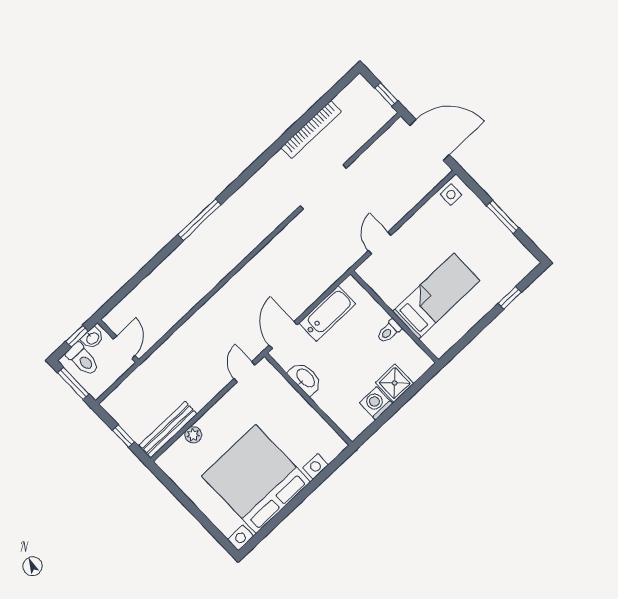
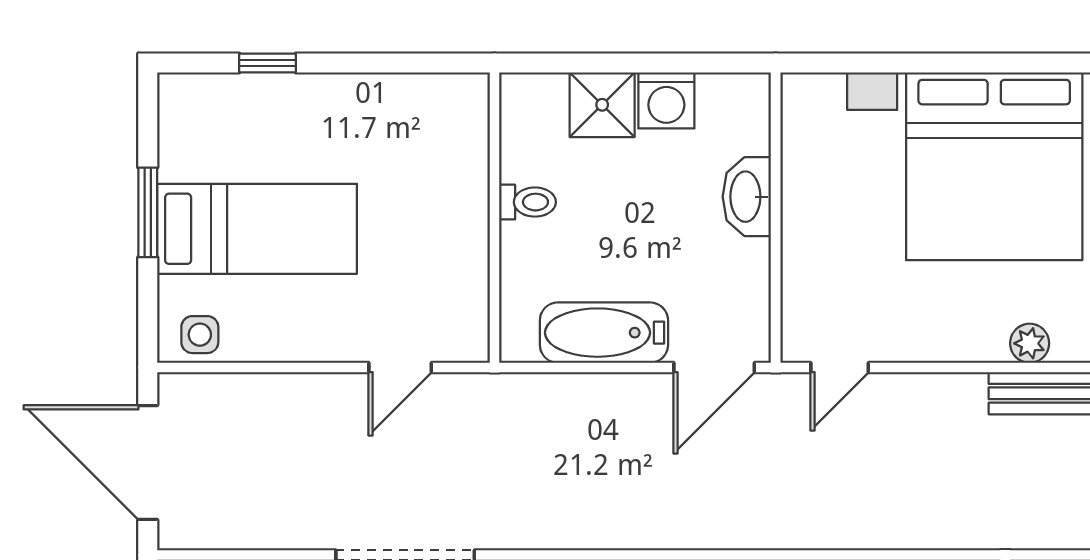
bed: (436, 296) -> (257, 229), moved, turned 180
washbasin: (305, 378) -> (747, 197), moved

